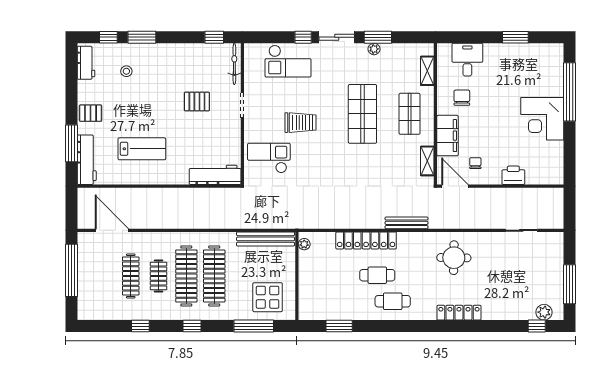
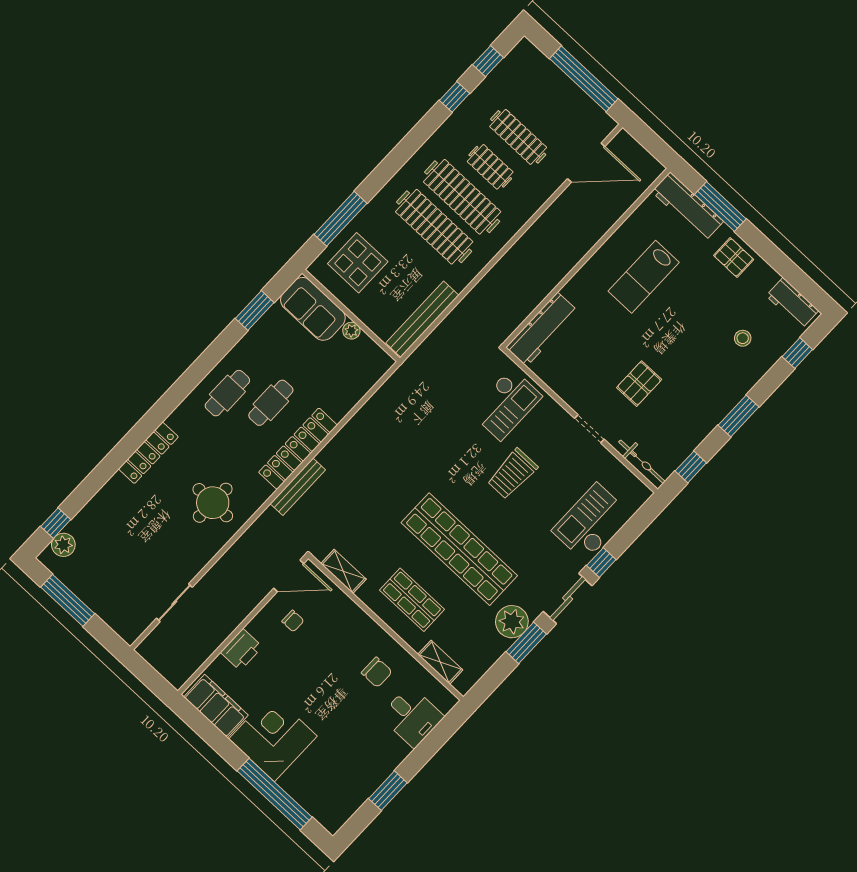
window: (142, 37) -> (738, 416), moved
plant: (374, 49) -> (512, 622), width x1.87, depth x1.87
pallet: (91, 113) -> (734, 258), turned 90
shop shelf: (362, 114) -> (459, 549), width x1.40
filing cabinet: (447, 136) -> (216, 706), moved, turned 180
locker: (366, 240) -> (298, 449), moved
plant: (304, 244) -> (351, 331), moved
sofa: (311, 298) -> (313, 309), added
window: (192, 326) -> (488, 61), moved

